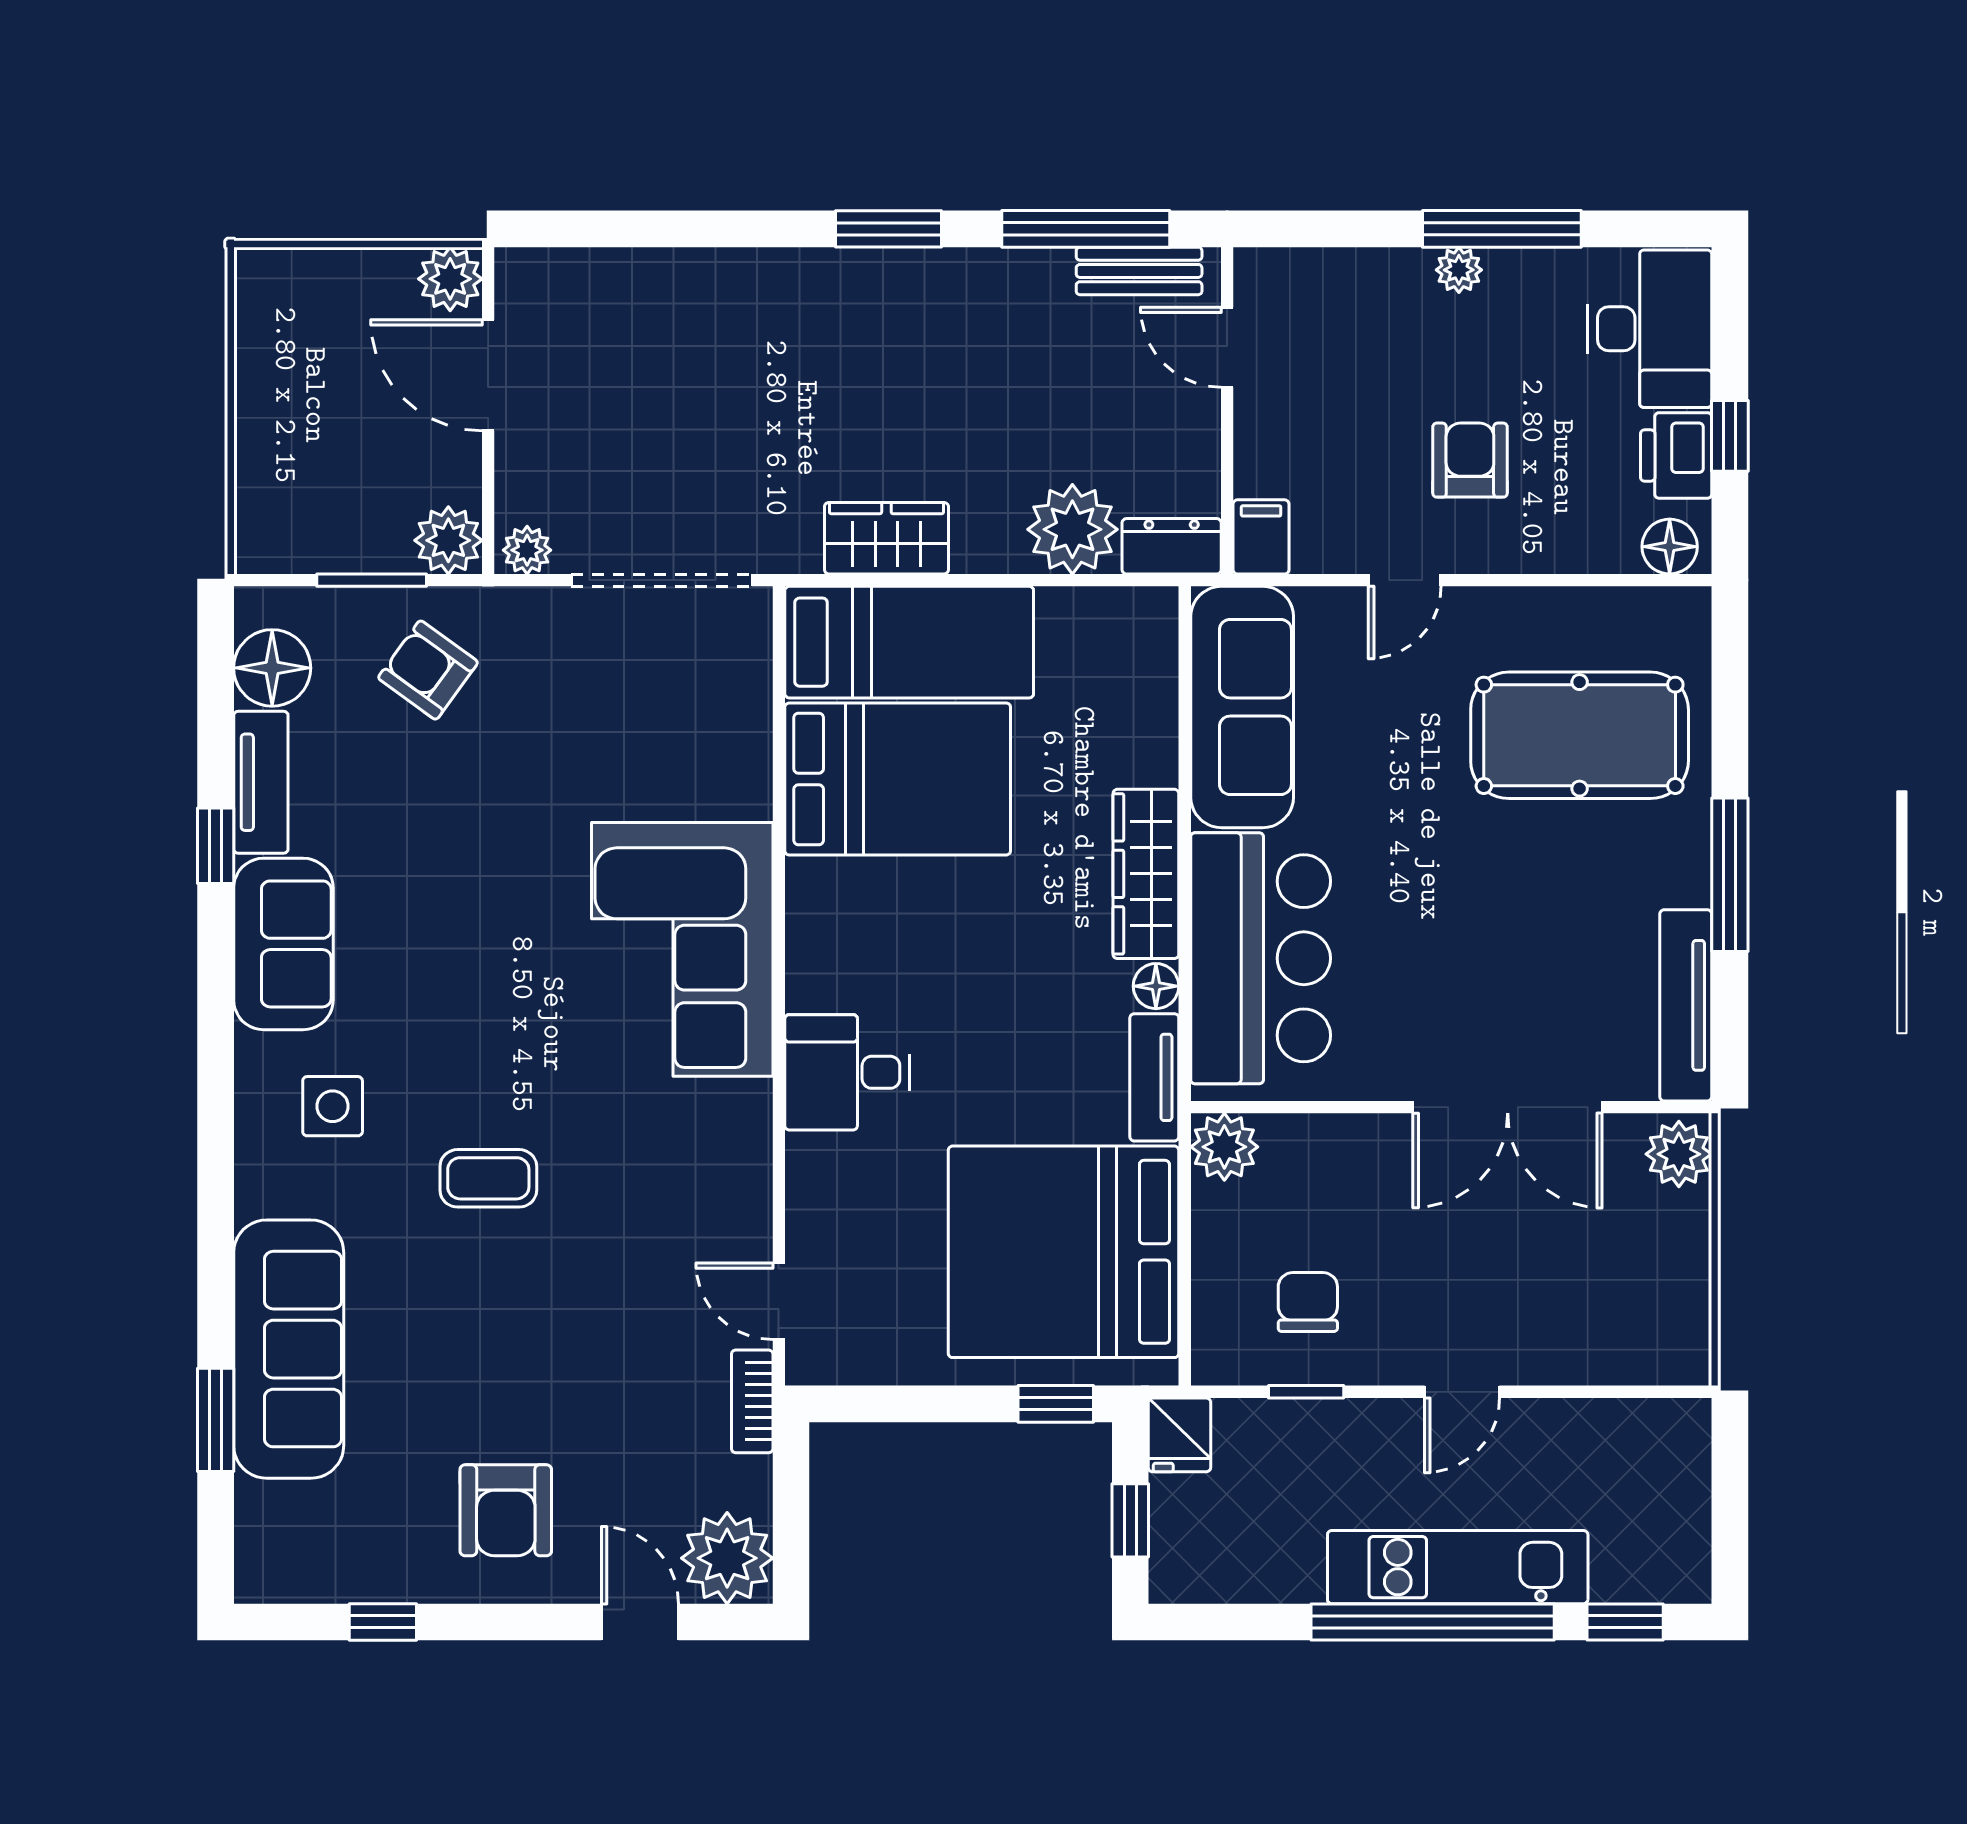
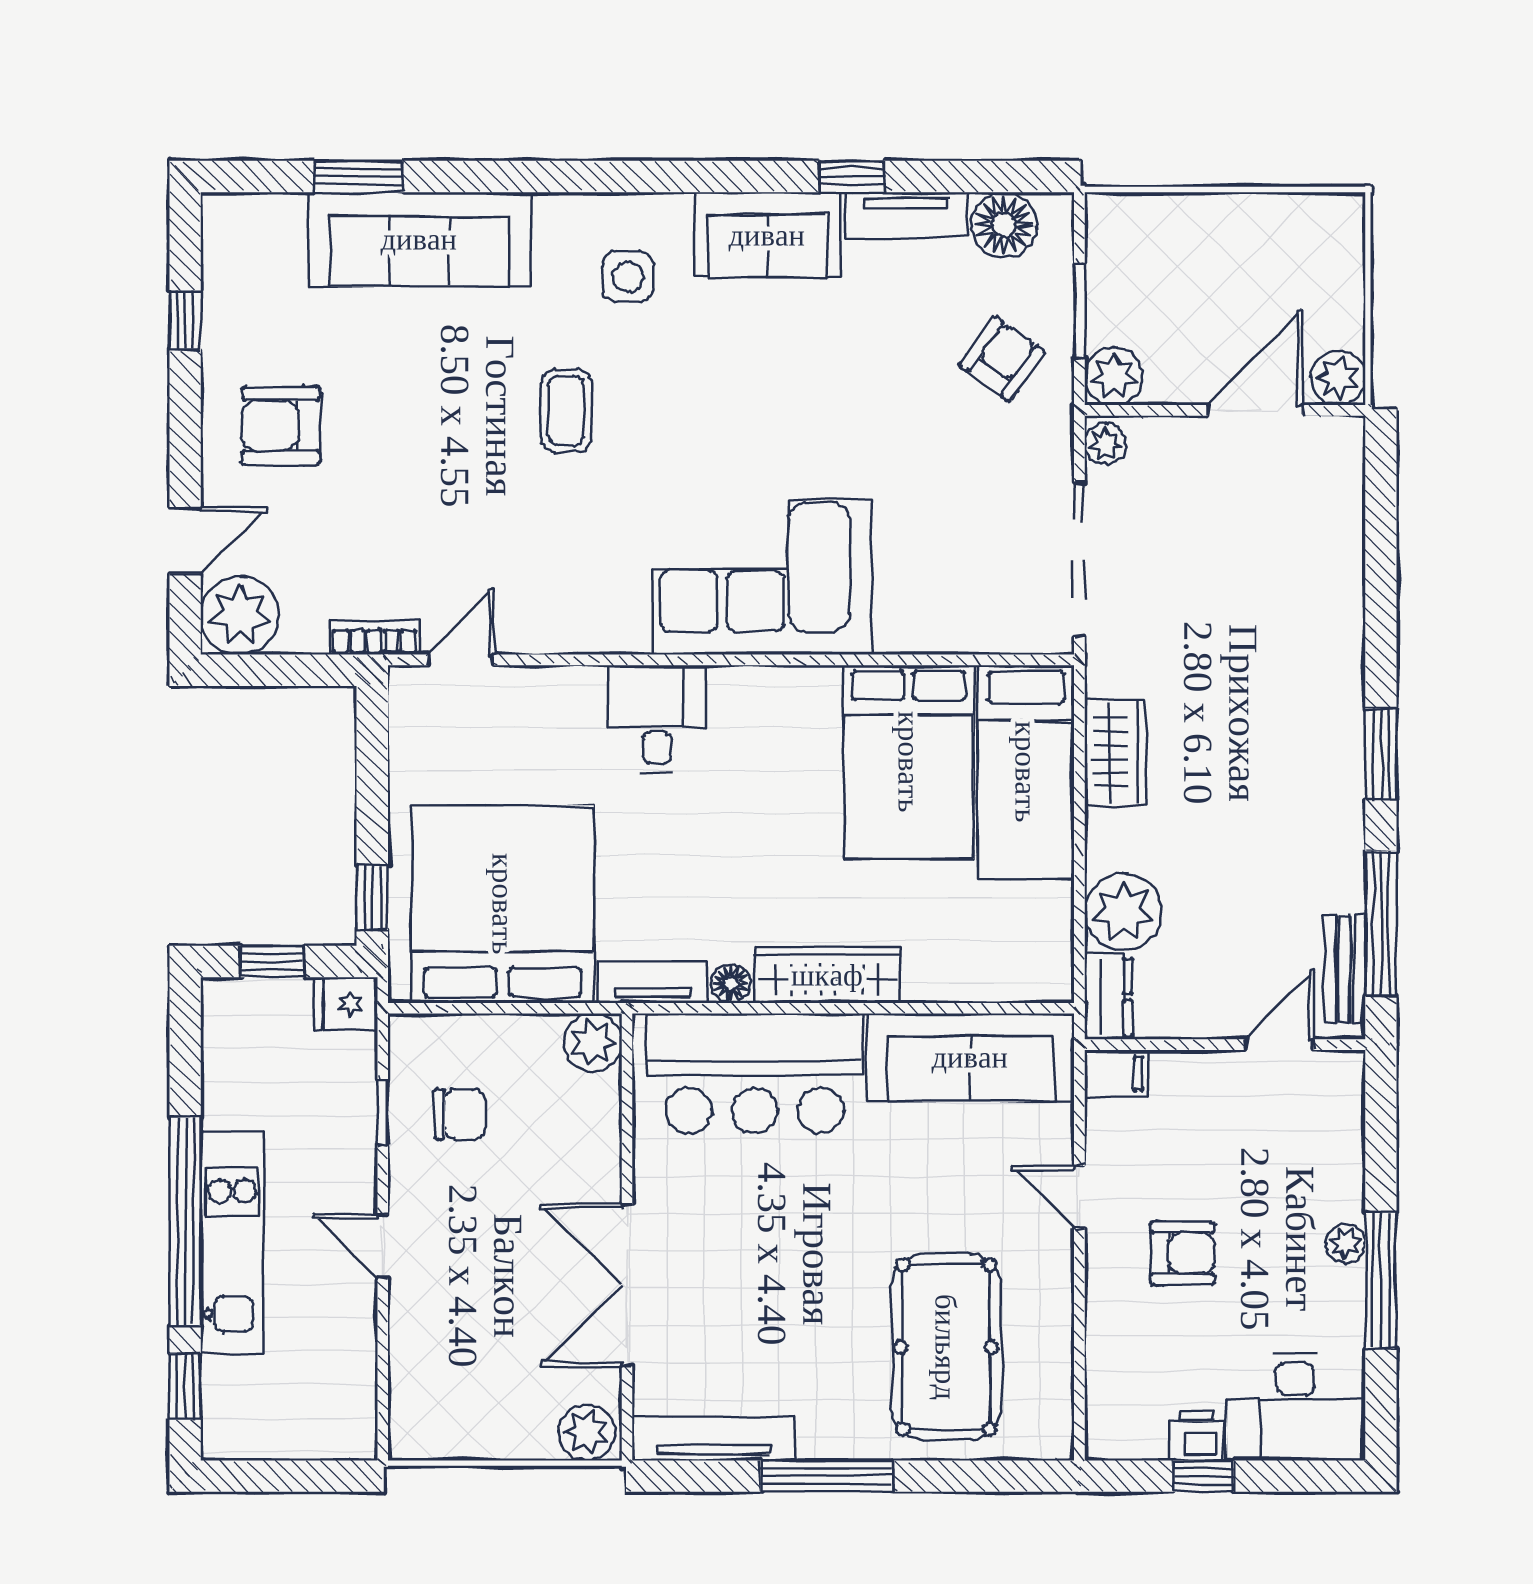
printer: (1676, 455) -> (1196, 1436), width x0.73, depth x0.81
floor lamp: (1670, 547) -> (1108, 1424), removed

